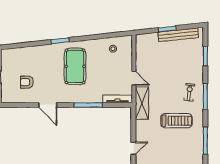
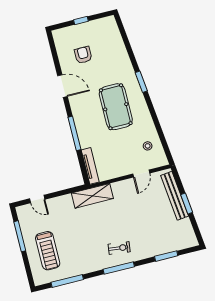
bench: (178, 35) -> (175, 196), moved
pool table: (75, 66) -> (116, 107), turned 90
door: (134, 78) -> (141, 174), moved
door: (48, 105) -> (63, 86), swing flipped
treadmill: (176, 121) -> (48, 251), moved

